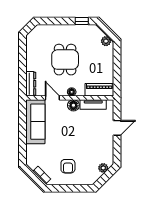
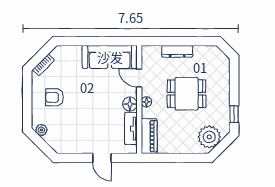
plant: (106, 41) -> (209, 137), width x1.88, depth x1.88
dresser: (31, 84) -> (177, 51), moved
door: (52, 98) -> (139, 78), swing flipped
plant: (103, 168) -> (41, 130), moved

